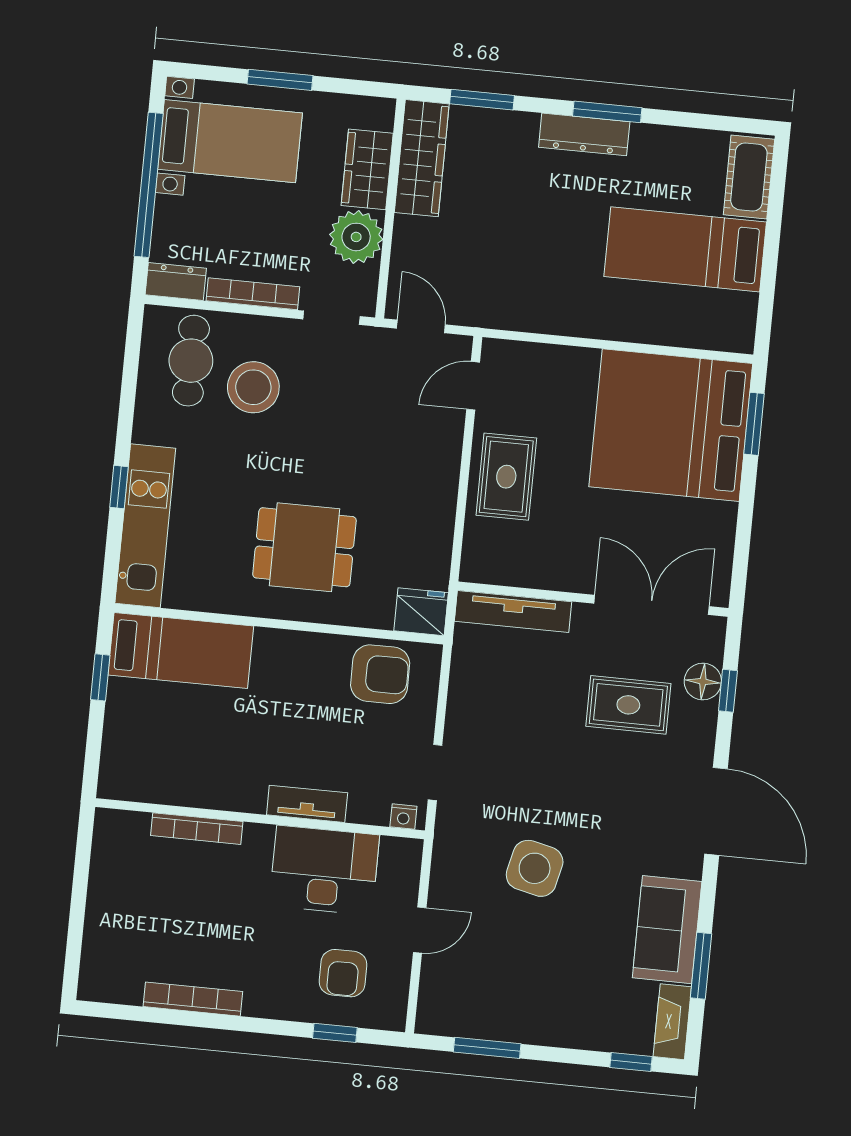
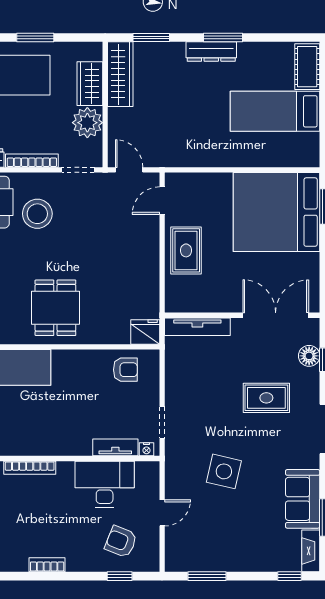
dining table: (304, 547) -> (55, 308), moved, turned 90
armchair: (380, 674) -> (125, 370), width x0.72, depth x0.72
rug: (628, 705) -> (266, 398), moved
tv unit: (307, 804) -> (115, 447), moved
armchair: (343, 973) -> (121, 542), turned 112
bookcase: (193, 999) -> (47, 565), width x0.64

